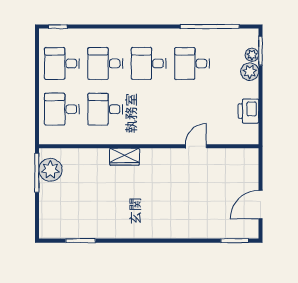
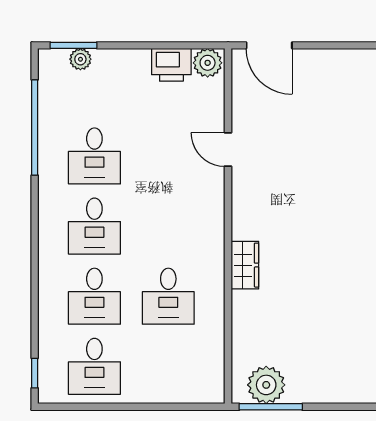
plant: (250, 72) -> (208, 63), moved
desk: (62, 109) -> (168, 366), removed
door: (260, 205) -> (269, 45), moved

